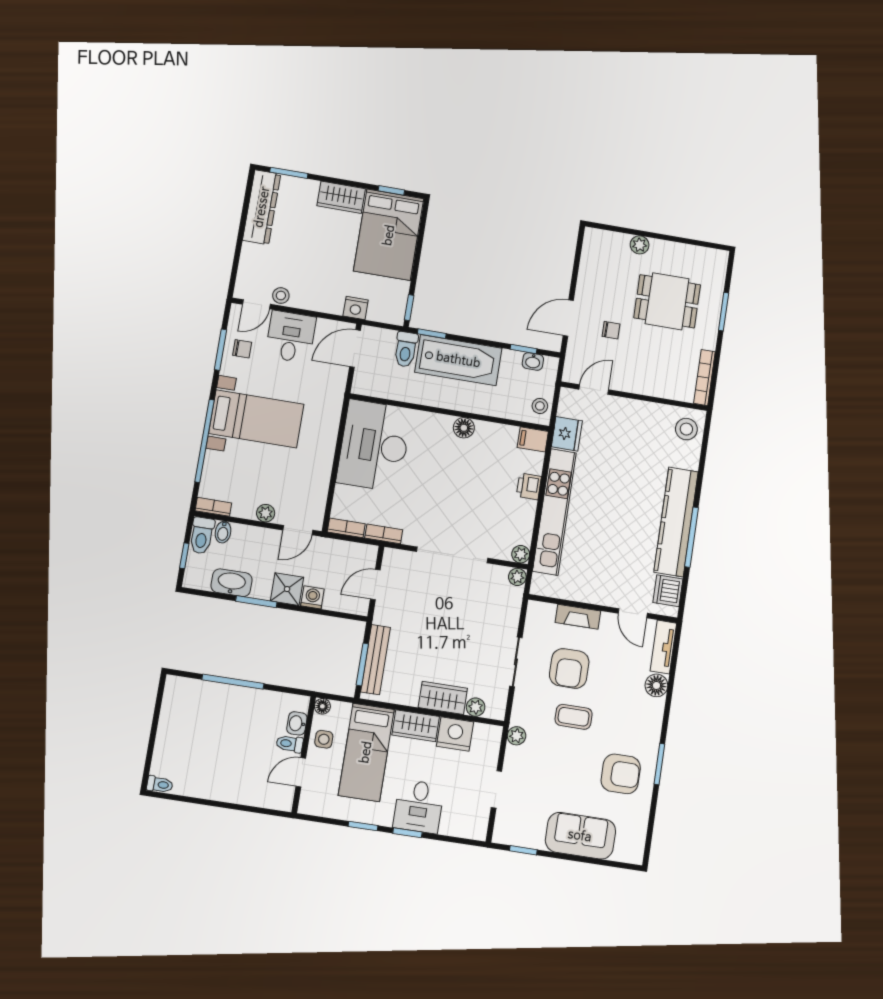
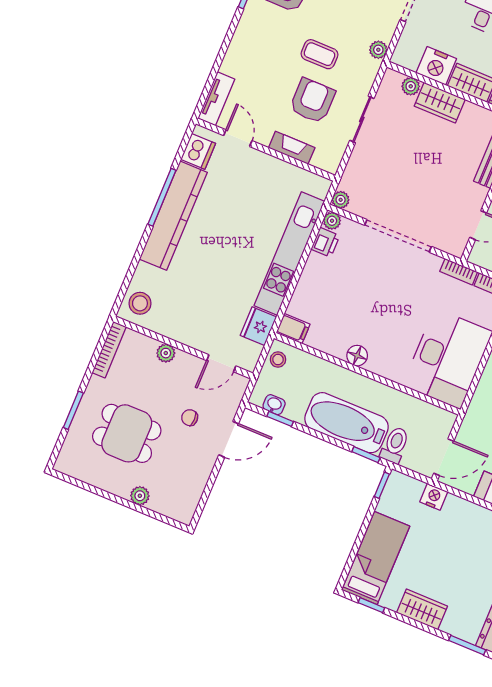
bed: (389, 235) -> (376, 558), width x0.67
plant: (649, 387) -> (166, 353), added
printer: (529, 486) -> (325, 242), moved
floor lamp: (656, 685) -> (232, 64), removed

